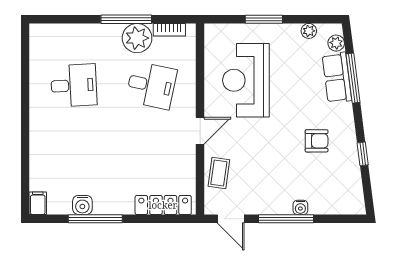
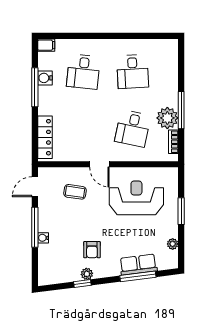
plant: (336, 43) -> (87, 274), moved
desk: (74, 153) -> (83, 72), added
coffee table: (219, 173) -> (75, 192), moved

